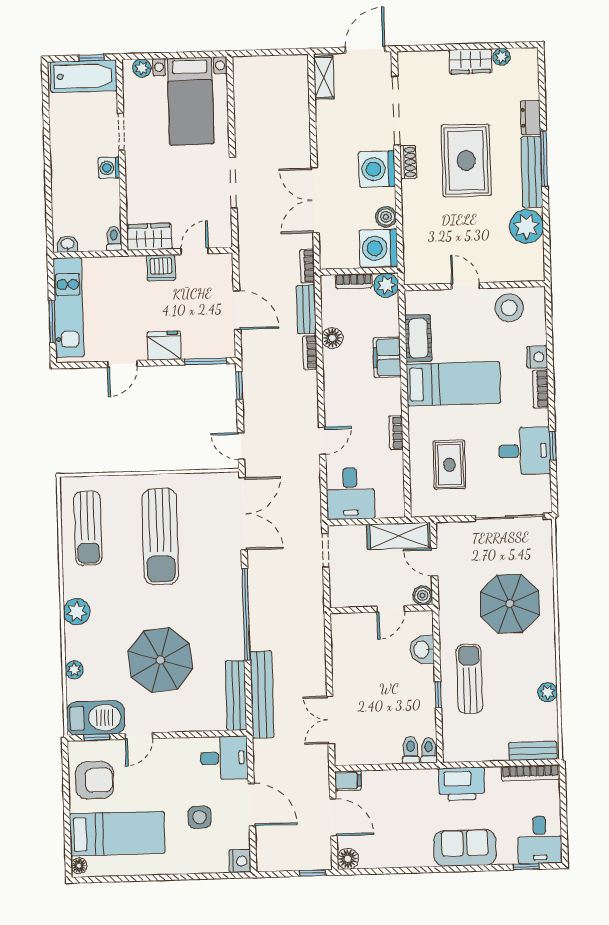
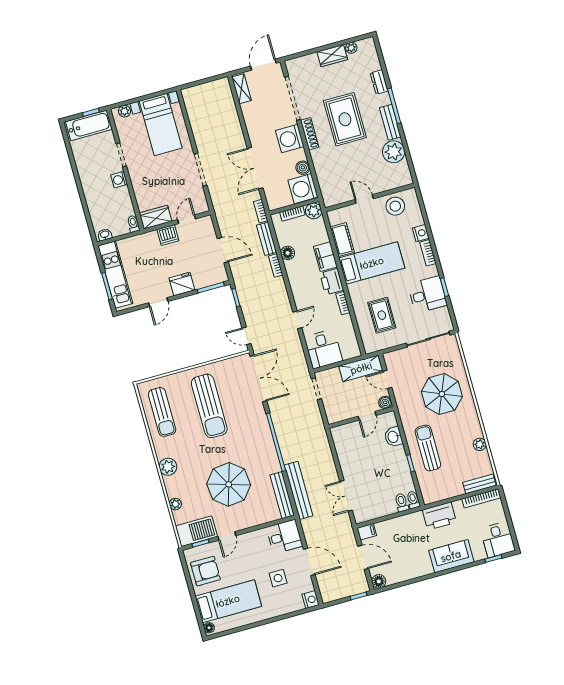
shoe rack: (408, 162) -> (310, 134), width x1.43
bench: (532, 172) -> (390, 122), width x0.73
printer: (387, 397) -> (332, 282), added

